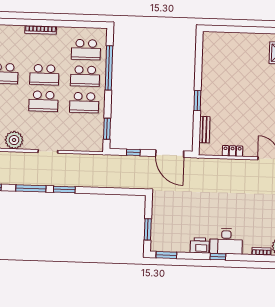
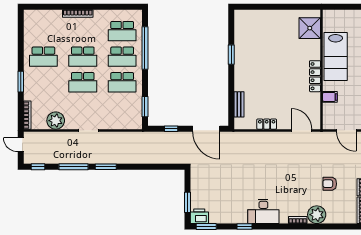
window: (197, 101) -> (231, 55), moved
printer: (200, 245) -> (199, 216), moved
window: (218, 257) -> (244, 227), moved

